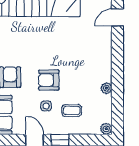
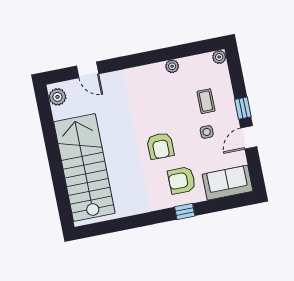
armchair: (49, 80) -> (160, 146), moved

